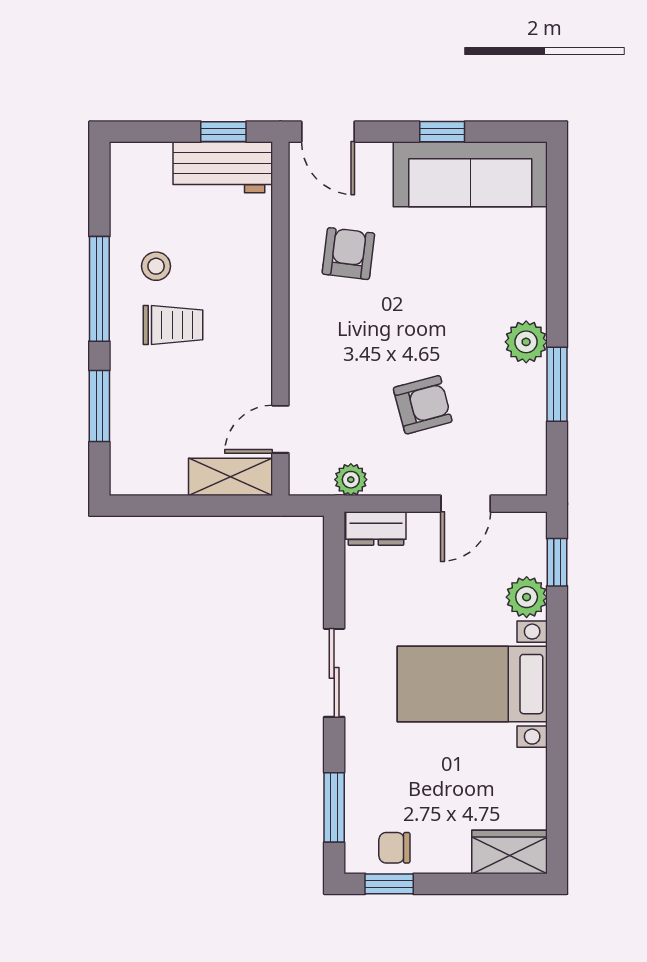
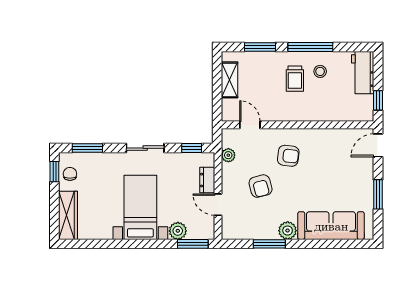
window: (442, 132) -> (378, 194), width x1.50
workbench: (223, 167) -> (363, 73), moved
sofa: (470, 174) -> (331, 226), moved, turned 90
armchair: (348, 254) -> (288, 156), moved
shelving: (231, 477) -> (229, 80), moved
dresser: (376, 529) -> (207, 180), moved
window: (557, 562) -> (193, 244), width x1.50
window: (334, 565) -> (192, 148), added
wardrobe: (509, 852) -> (68, 215), width x1.50

